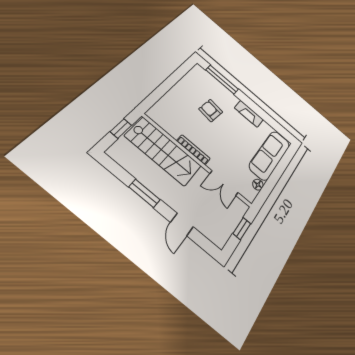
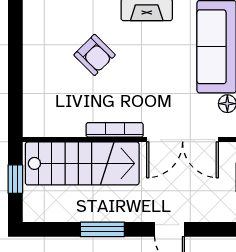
armchair: (211, 110) -> (95, 55), turned -142
double door: (224, 183) -> (183, 140), width x1.37

